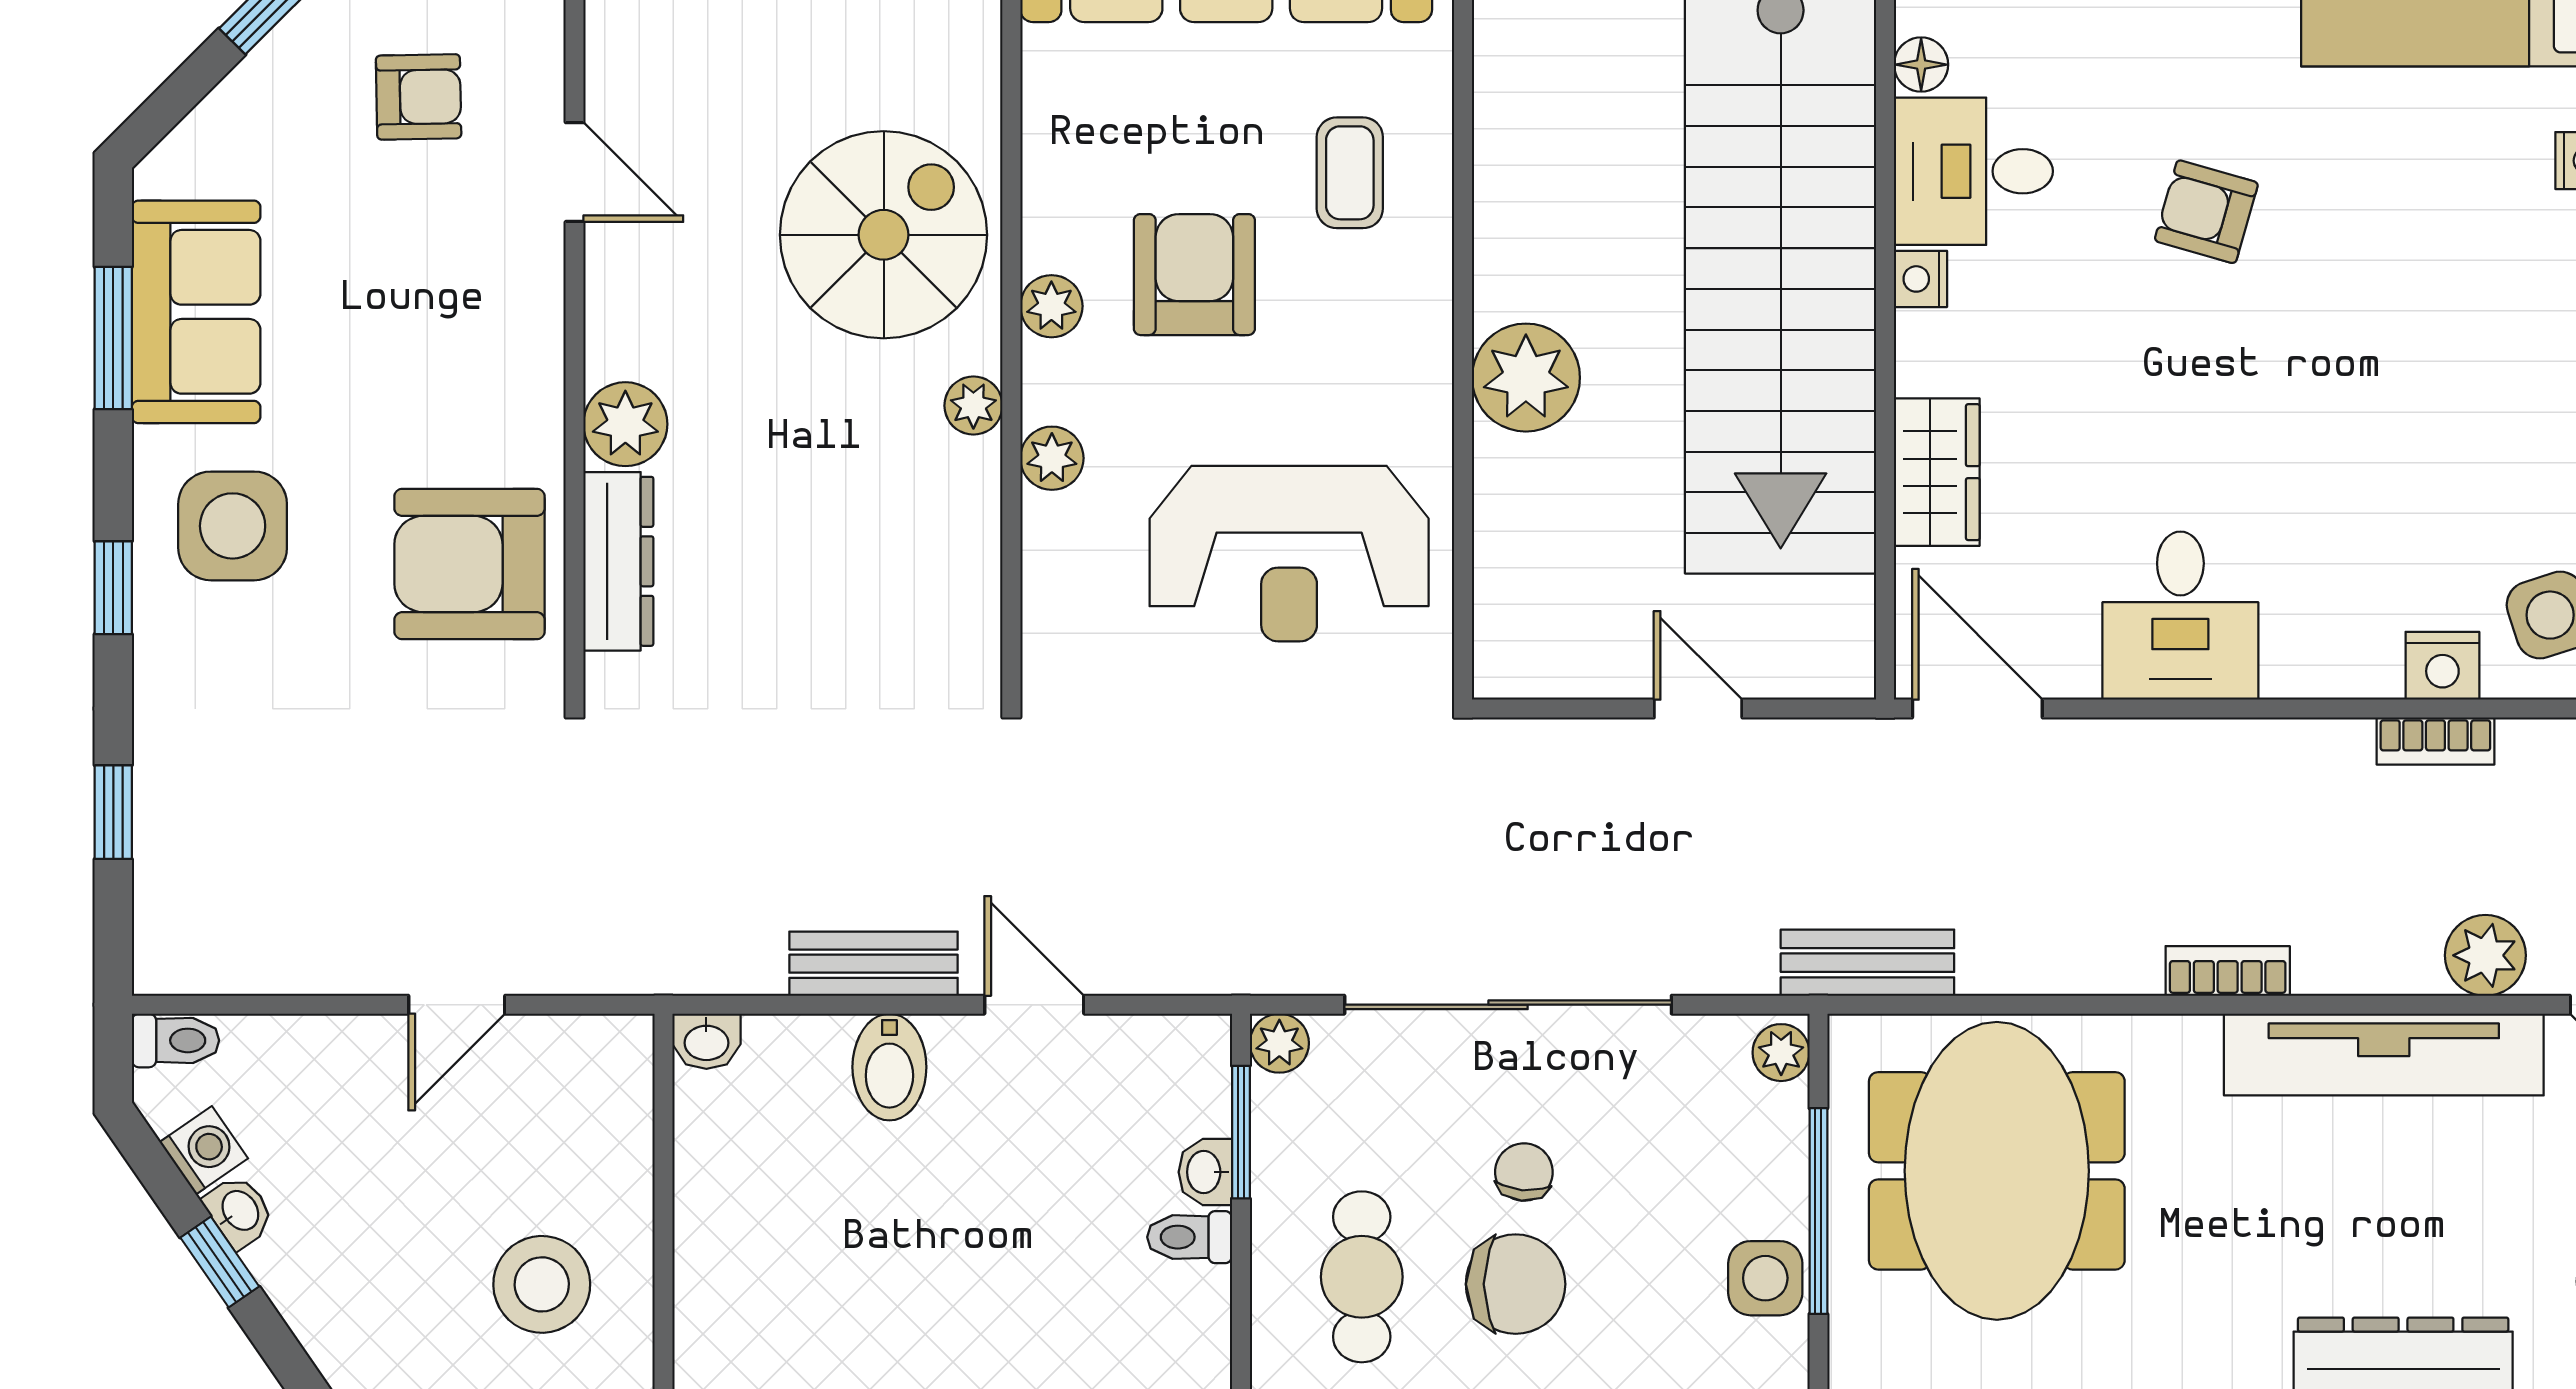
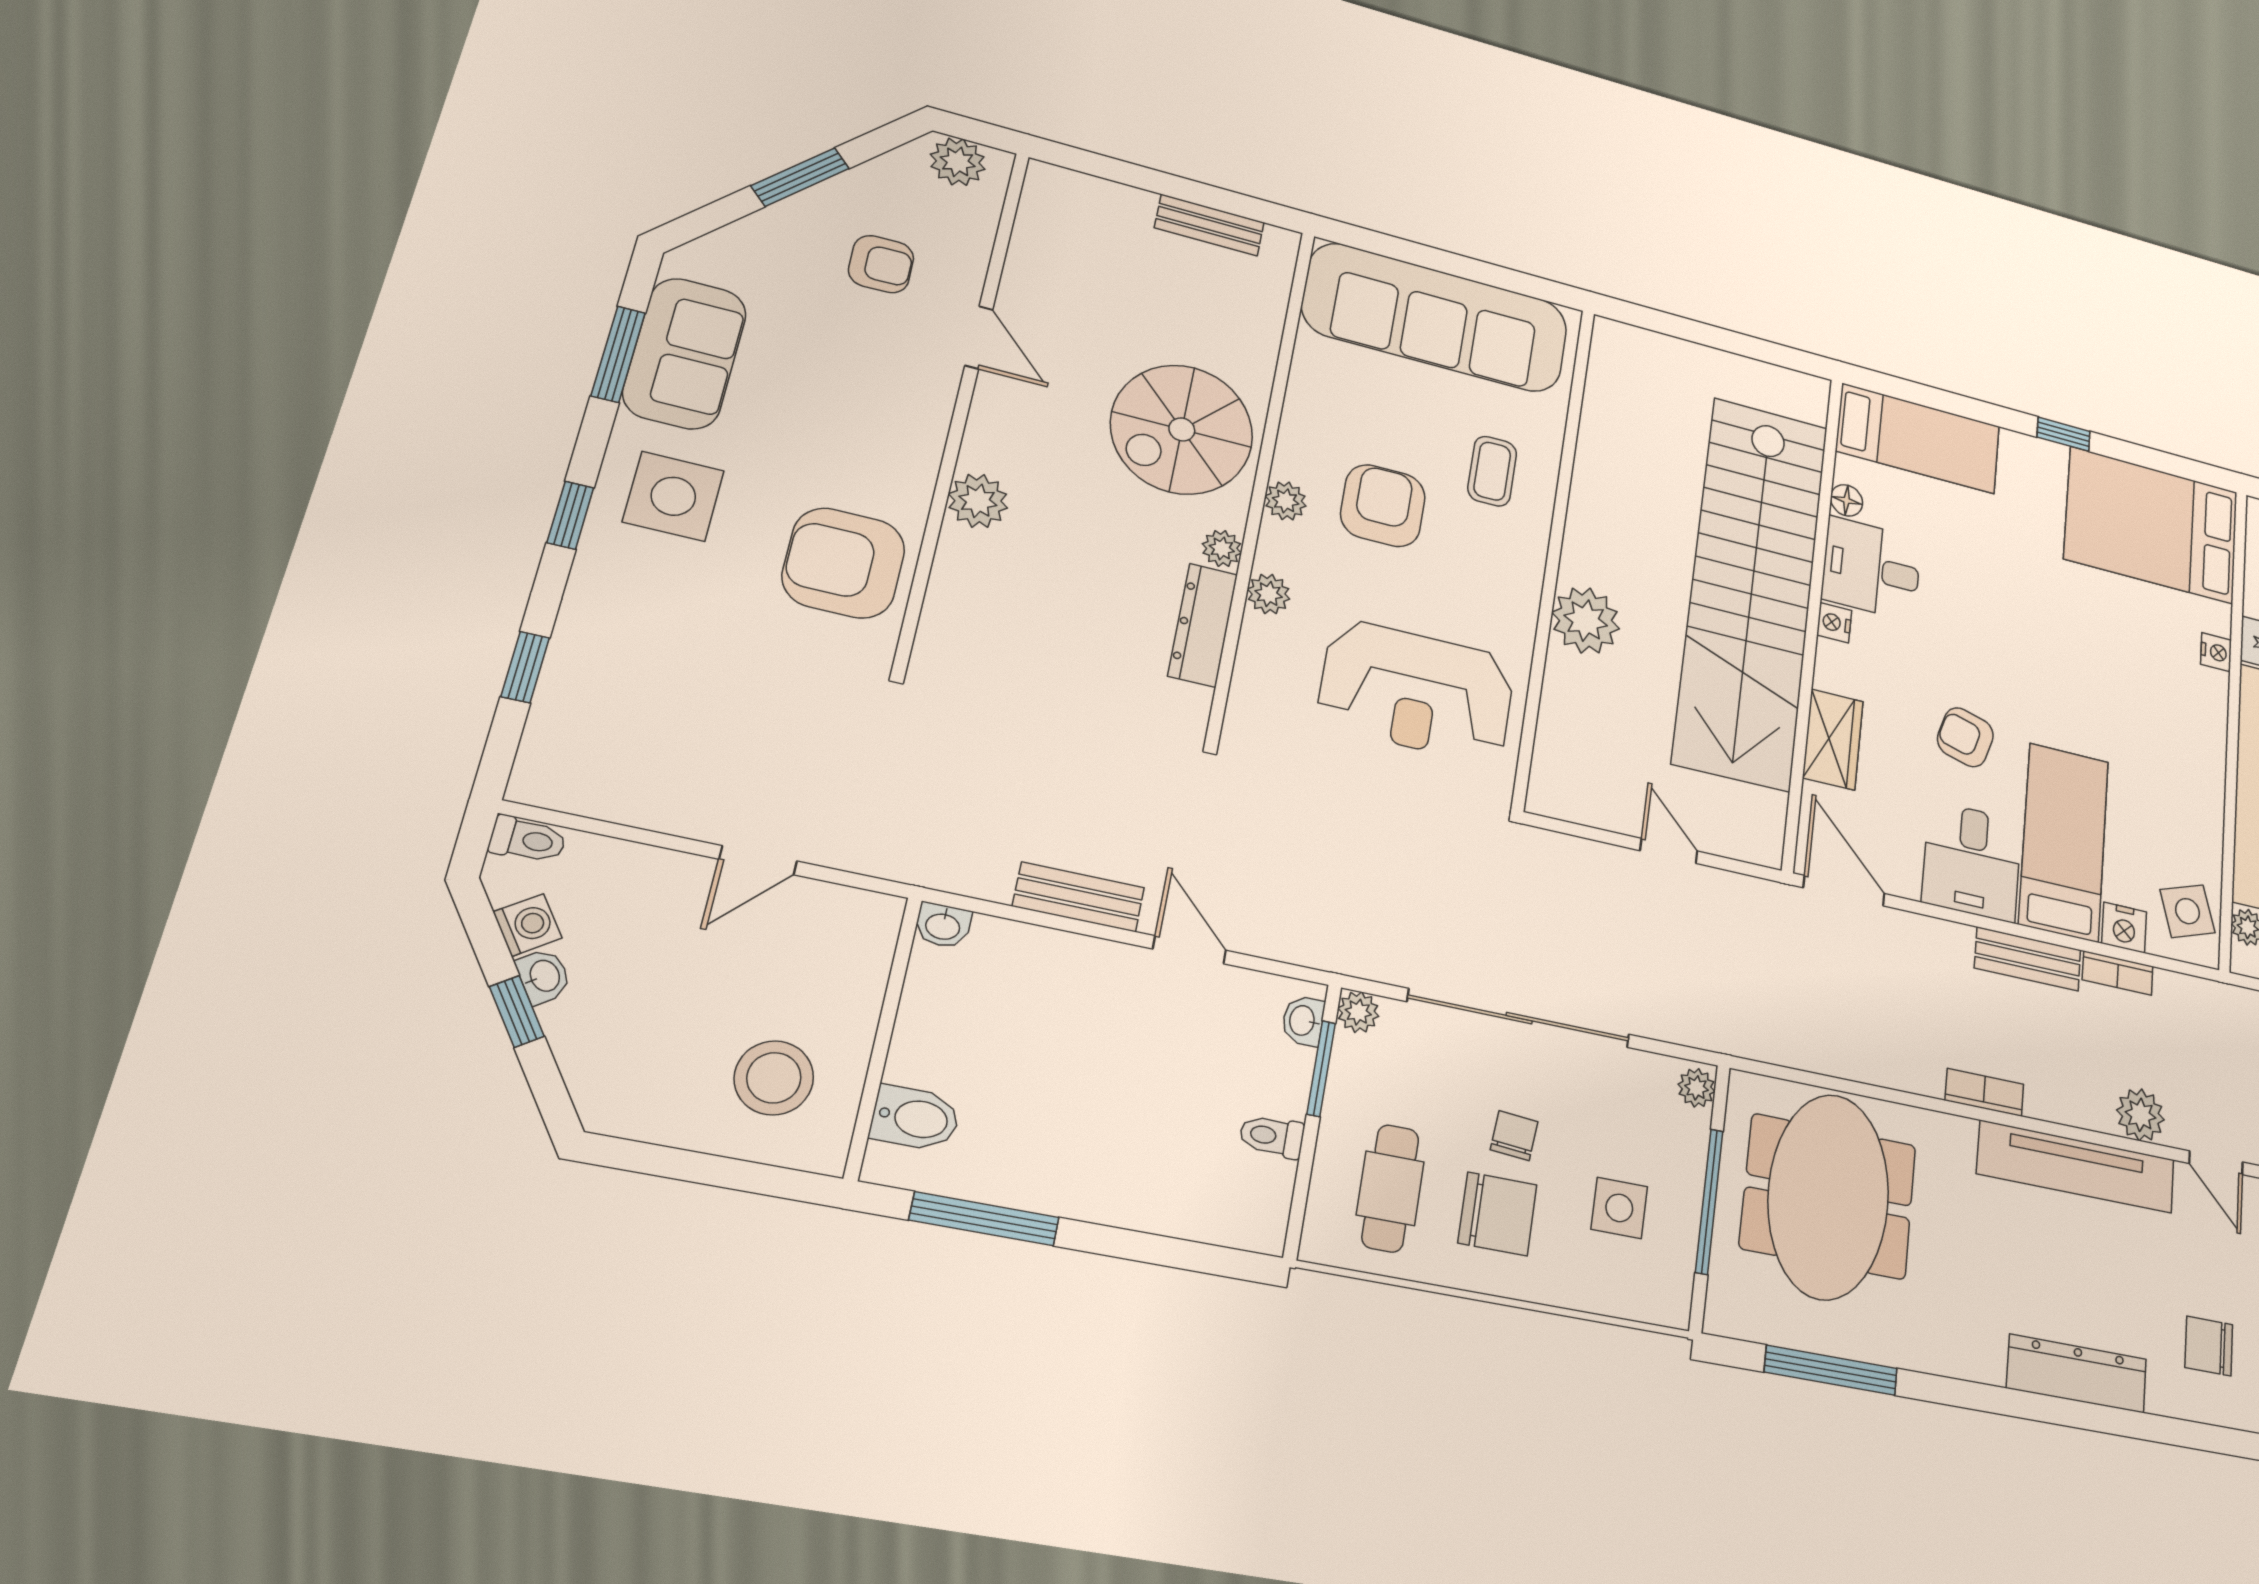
armchair: (2206, 212) -> (1965, 737), moved
spiral stairs: (884, 235) -> (1182, 429), turned 180
bed: (2332, 549) -> (2064, 842), added
dresser: (618, 561) -> (1203, 625), moved, turned 180
bench: (1867, 963) -> (2028, 959), moved
bidet: (889, 1067) -> (915, 1118), moved, turned -90
washbasin: (1205, 1172) -> (1303, 1021), moved
side table: (1765, 1278) -> (1619, 1208), moved

